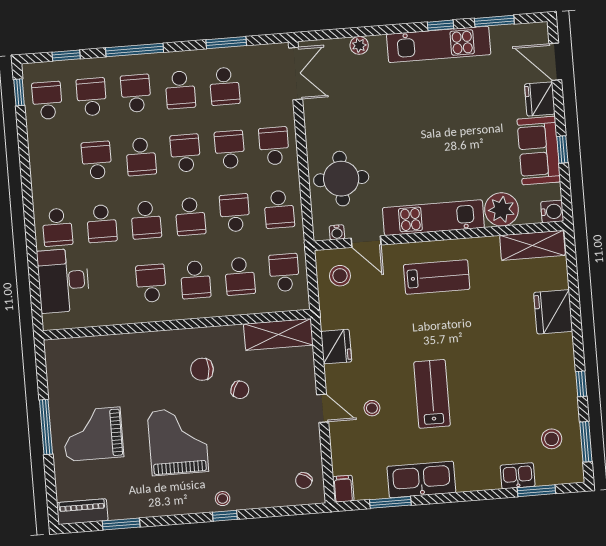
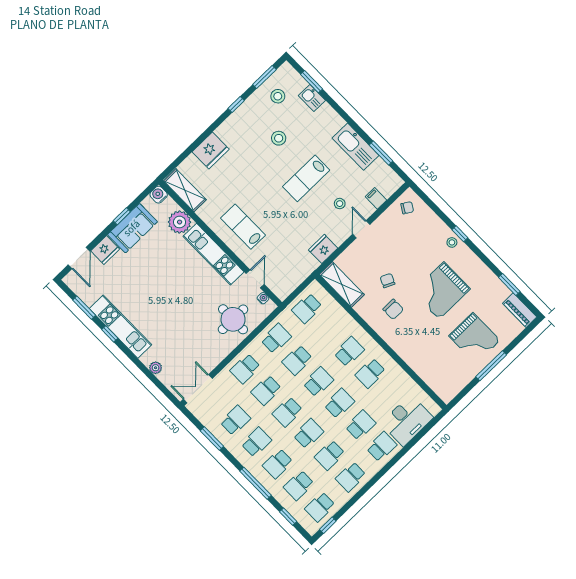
school desk: (240, 276) -> (351, 477), moved, turned 180
stool: (340, 276) -> (279, 138), moved
filing cabinet: (343, 489) -> (376, 198), moved, turned 90

